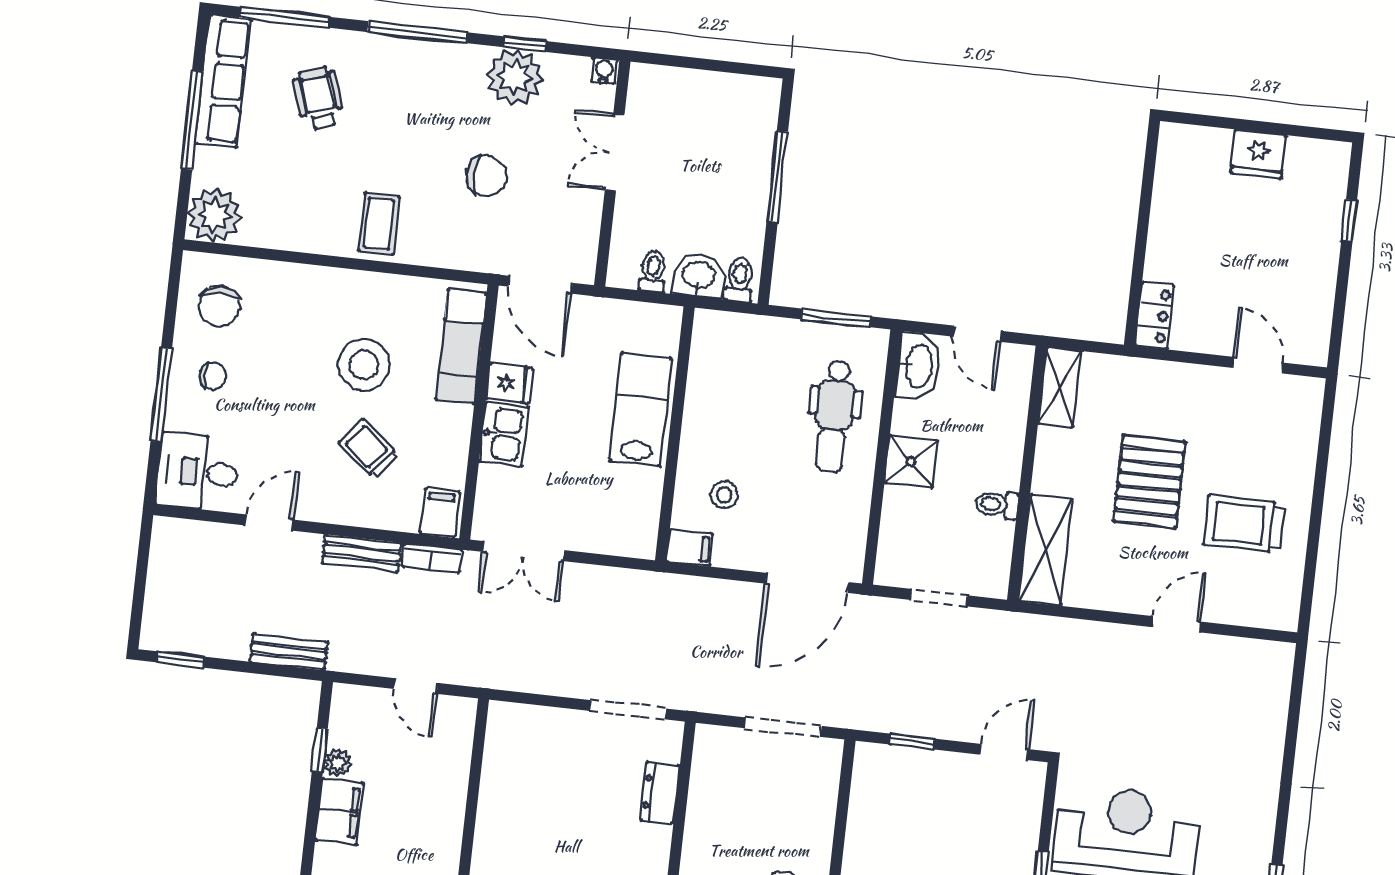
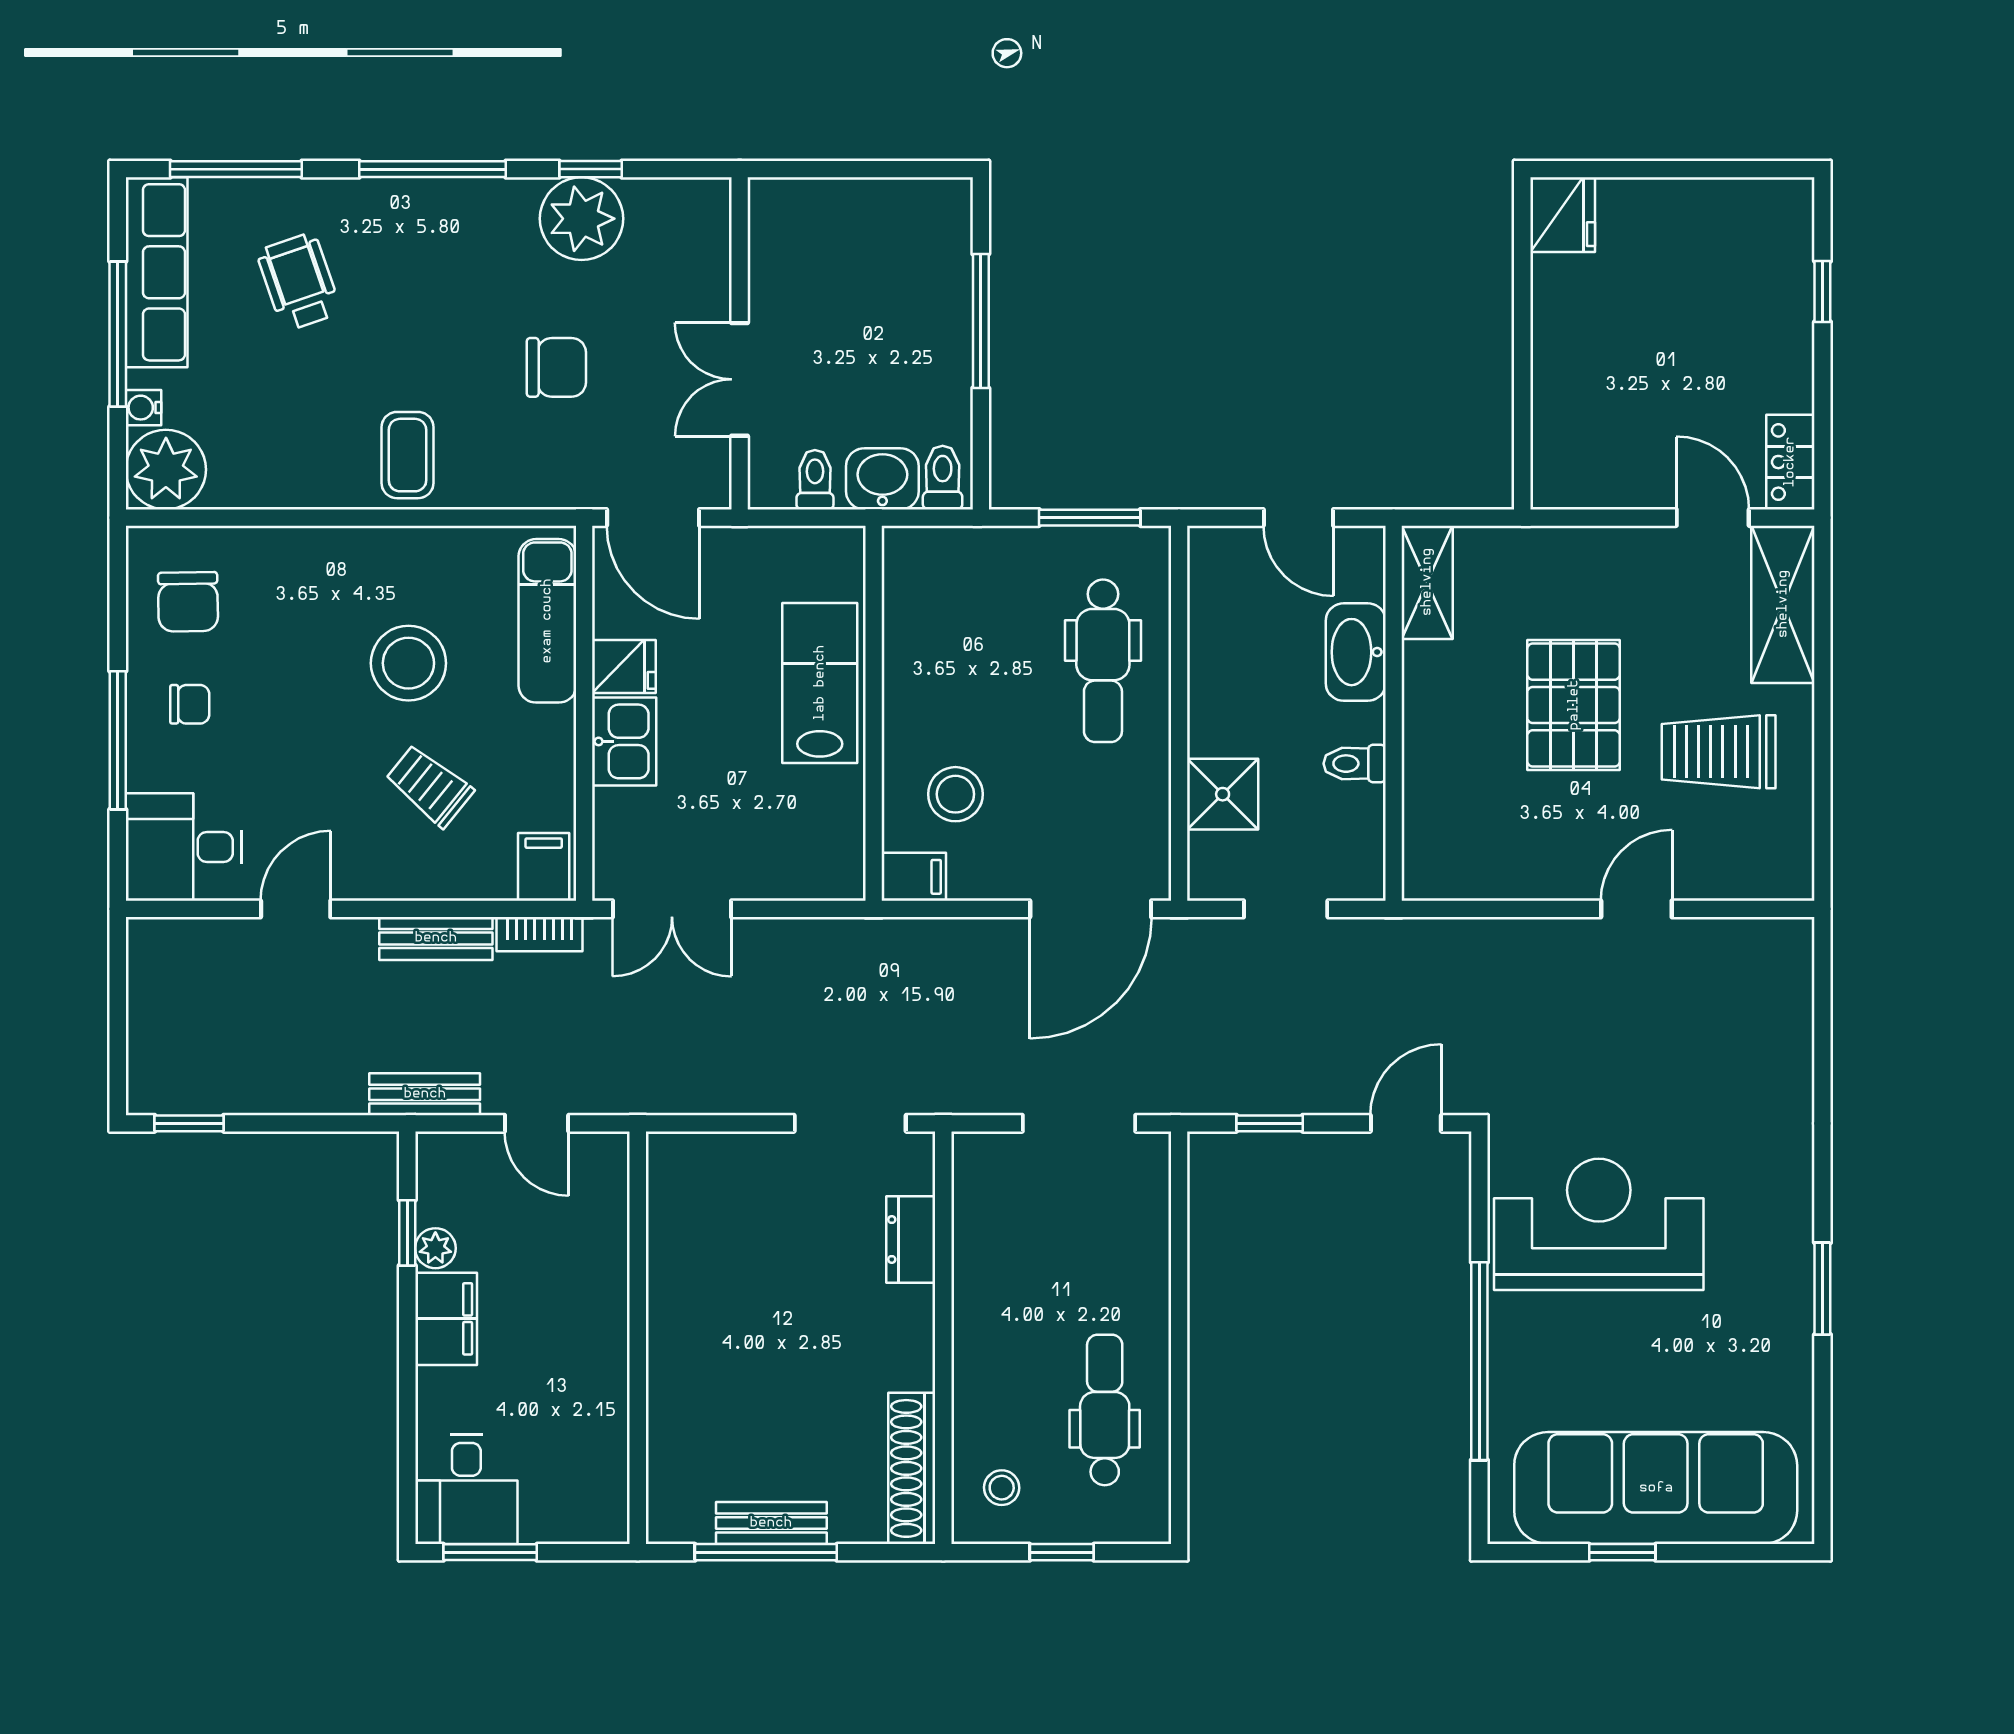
water cooler: (604, 71) -> (143, 408), moved, turned -90
double door: (615, 152) -> (740, 379), moved
fridge: (1258, 154) -> (1563, 215), moved, turned -90
locker: (1155, 316) -> (1790, 462), moved, turned 180
washbasin: (918, 366) -> (1356, 652), moved, turned 180
shower: (911, 462) -> (1223, 794), moved
stool: (724, 495) -> (955, 794), width x1.37, depth x1.37
shelving: (1045, 550) -> (1783, 604), moved
bench: (289, 652) -> (425, 1094), moved

